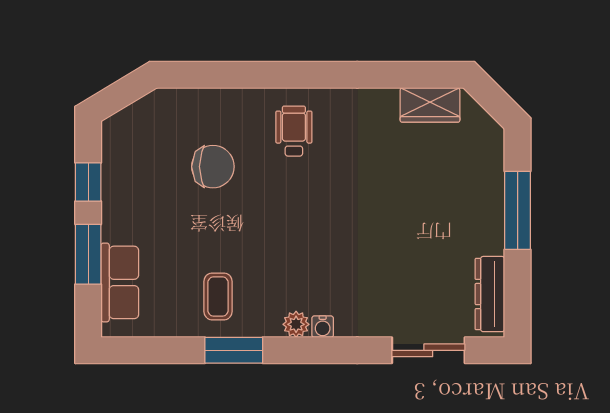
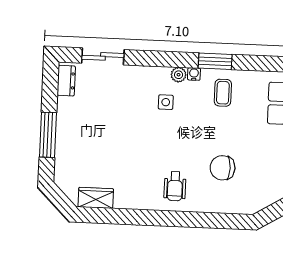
side table: (316, 276) -> (166, 102), added
dresser: (490, 294) -> (66, 81), width x0.70
water cooler: (323, 327) -> (194, 74), moved

